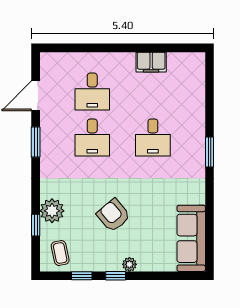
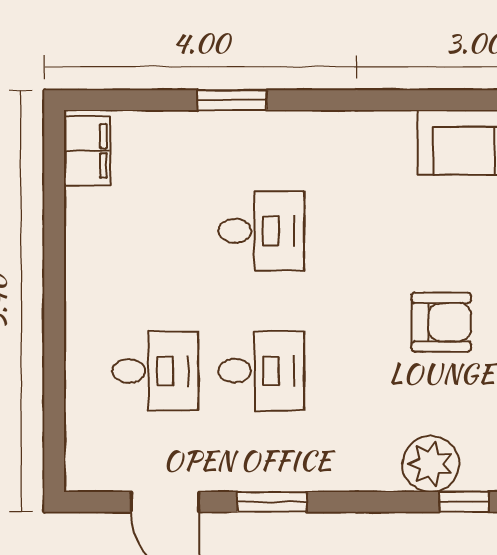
filing cabinet: (151, 62) -> (87, 151), moved
window: (209, 152) -> (232, 100), moved
armchair: (113, 215) -> (441, 322), turned -140

